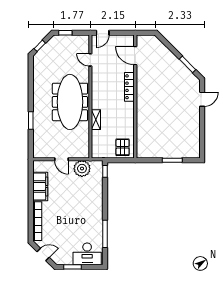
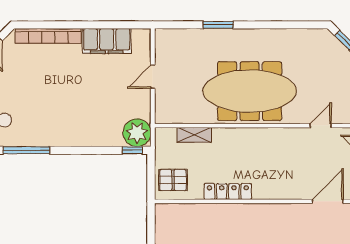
locker: (129, 87) -> (228, 192), moved
shelving: (96, 120) -> (194, 135), moved
plant: (82, 169) -> (137, 133), moved

